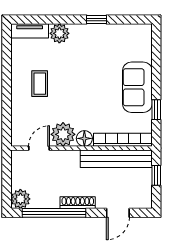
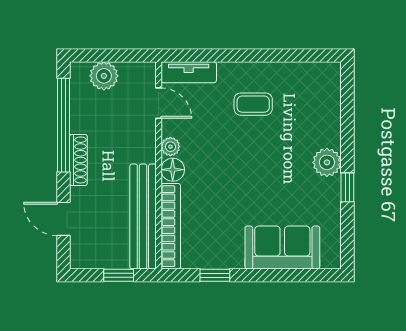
tv unit: (30, 31) -> (189, 72), moved, turned -90
plant: (59, 33) -> (327, 162), moved
sofa: (137, 87) -> (282, 247), moved
plant: (63, 134) -> (170, 147), width x0.53, depth x0.53
plant: (20, 199) -> (104, 76), moved

